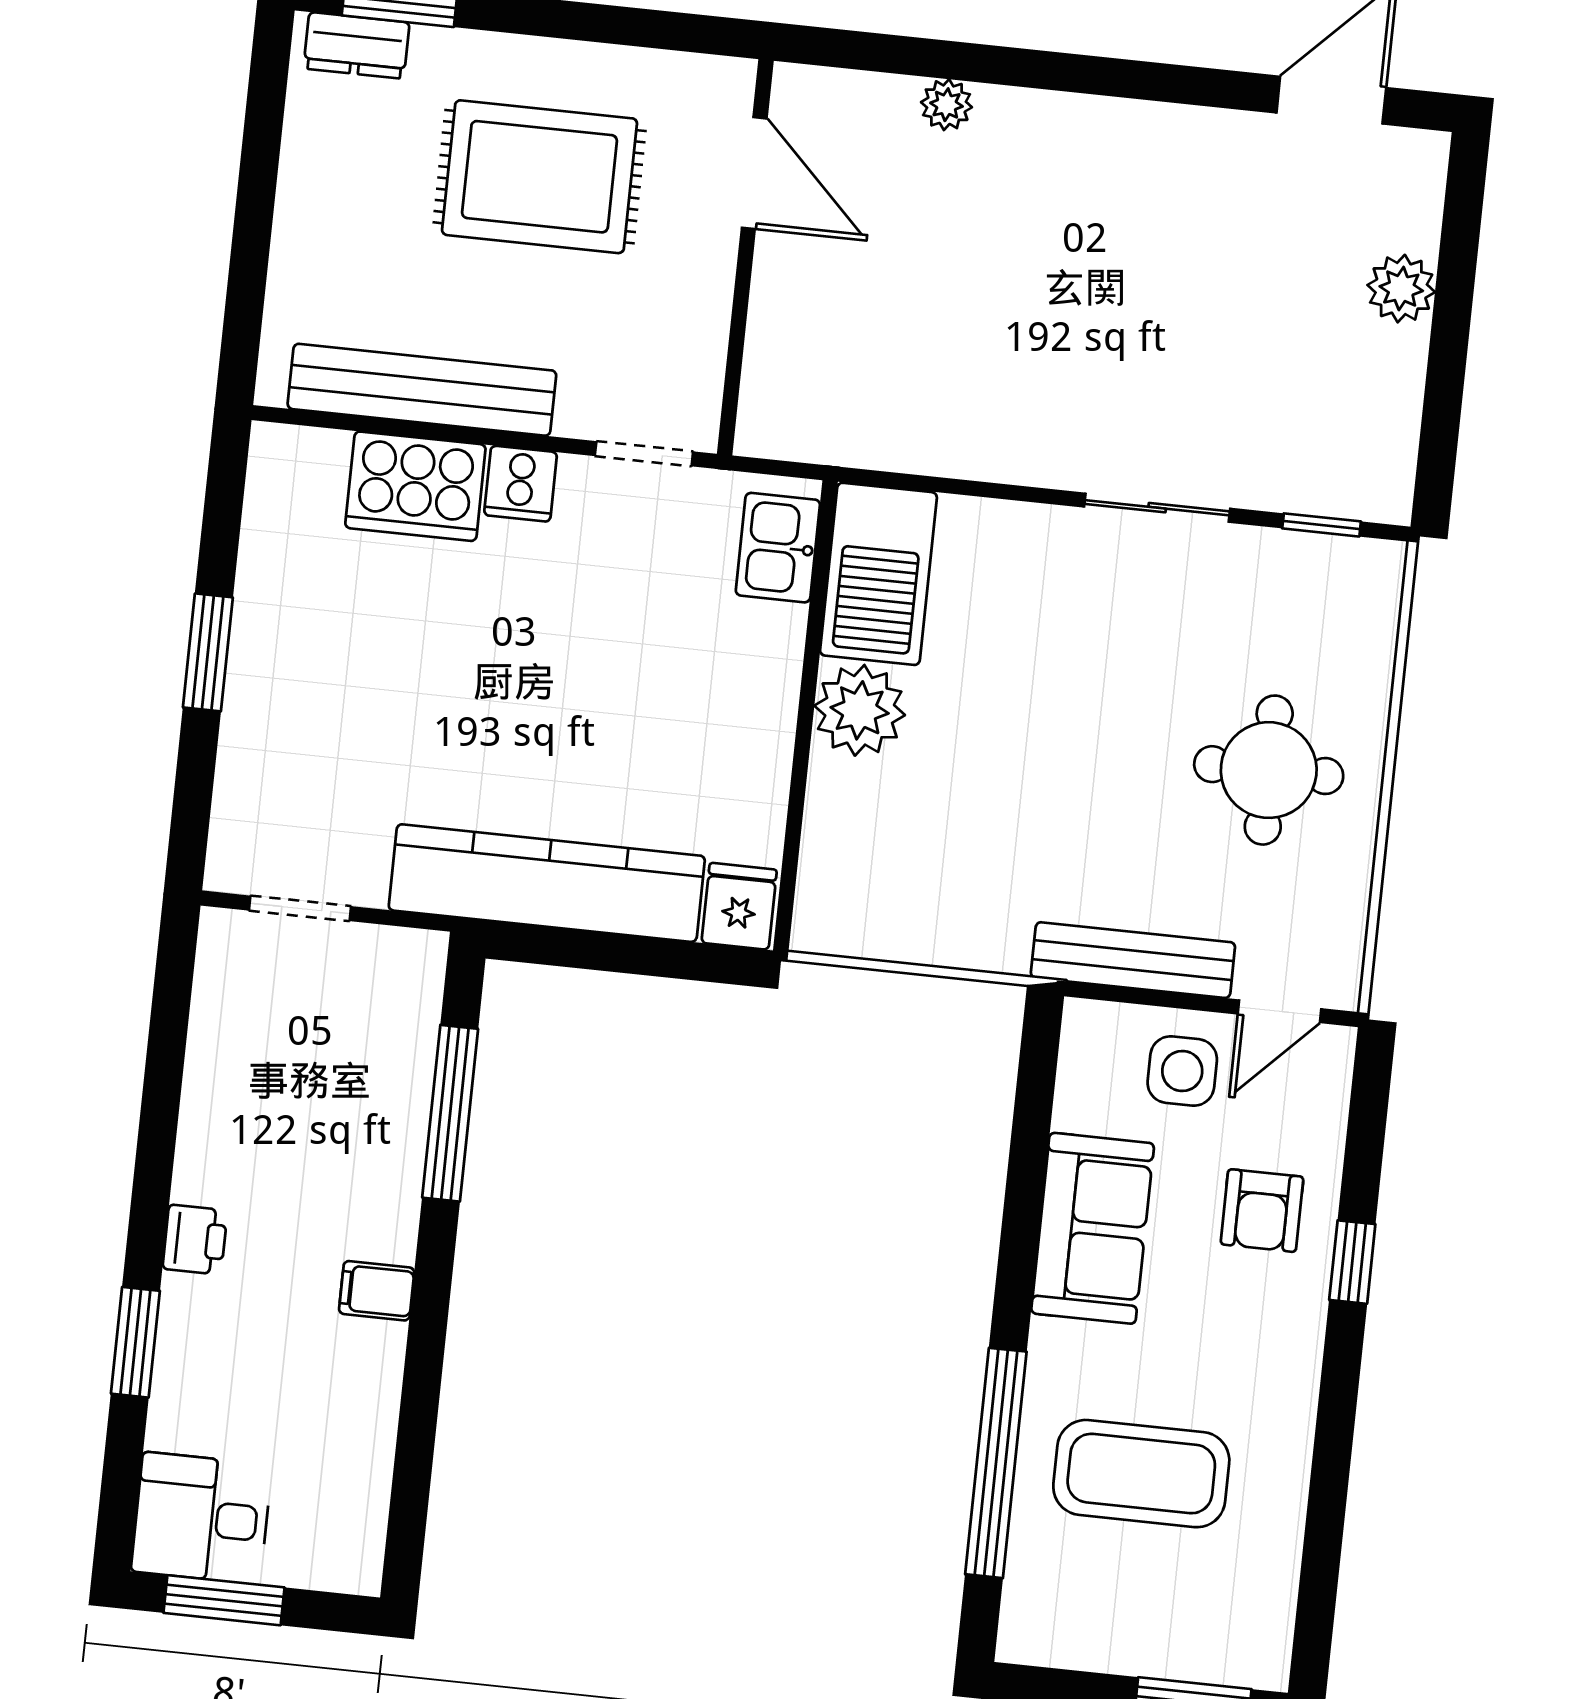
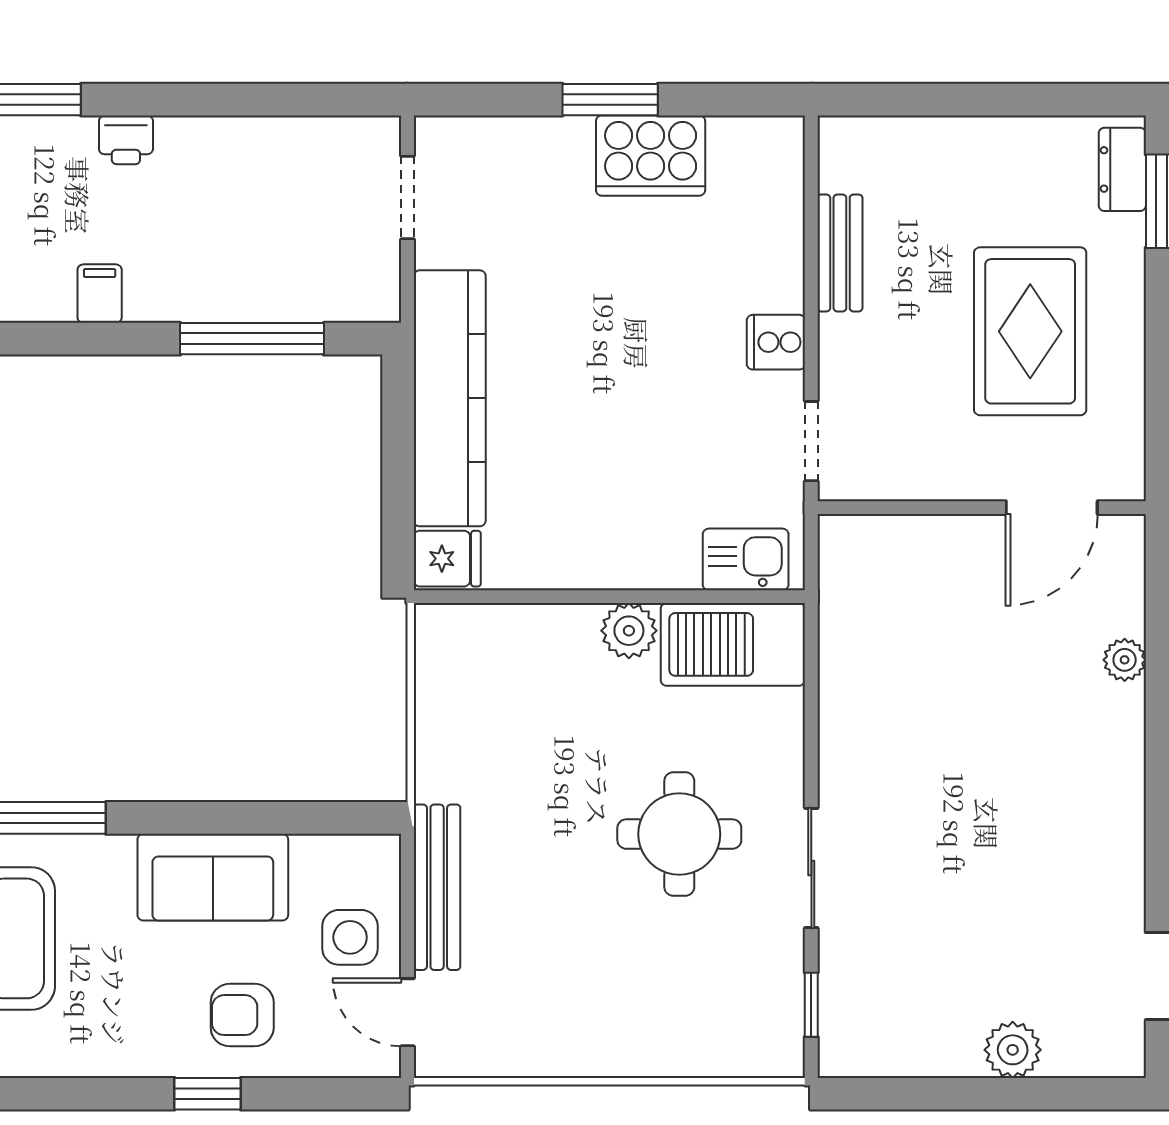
bench: (422, 390) -> (840, 253), width x0.54, depth x0.82
cooker: (415, 486) -> (651, 156), moved, turned -90
plant: (860, 710) -> (629, 631), width x0.73, depth x0.73
round table: (1269, 770) -> (679, 834), moved

